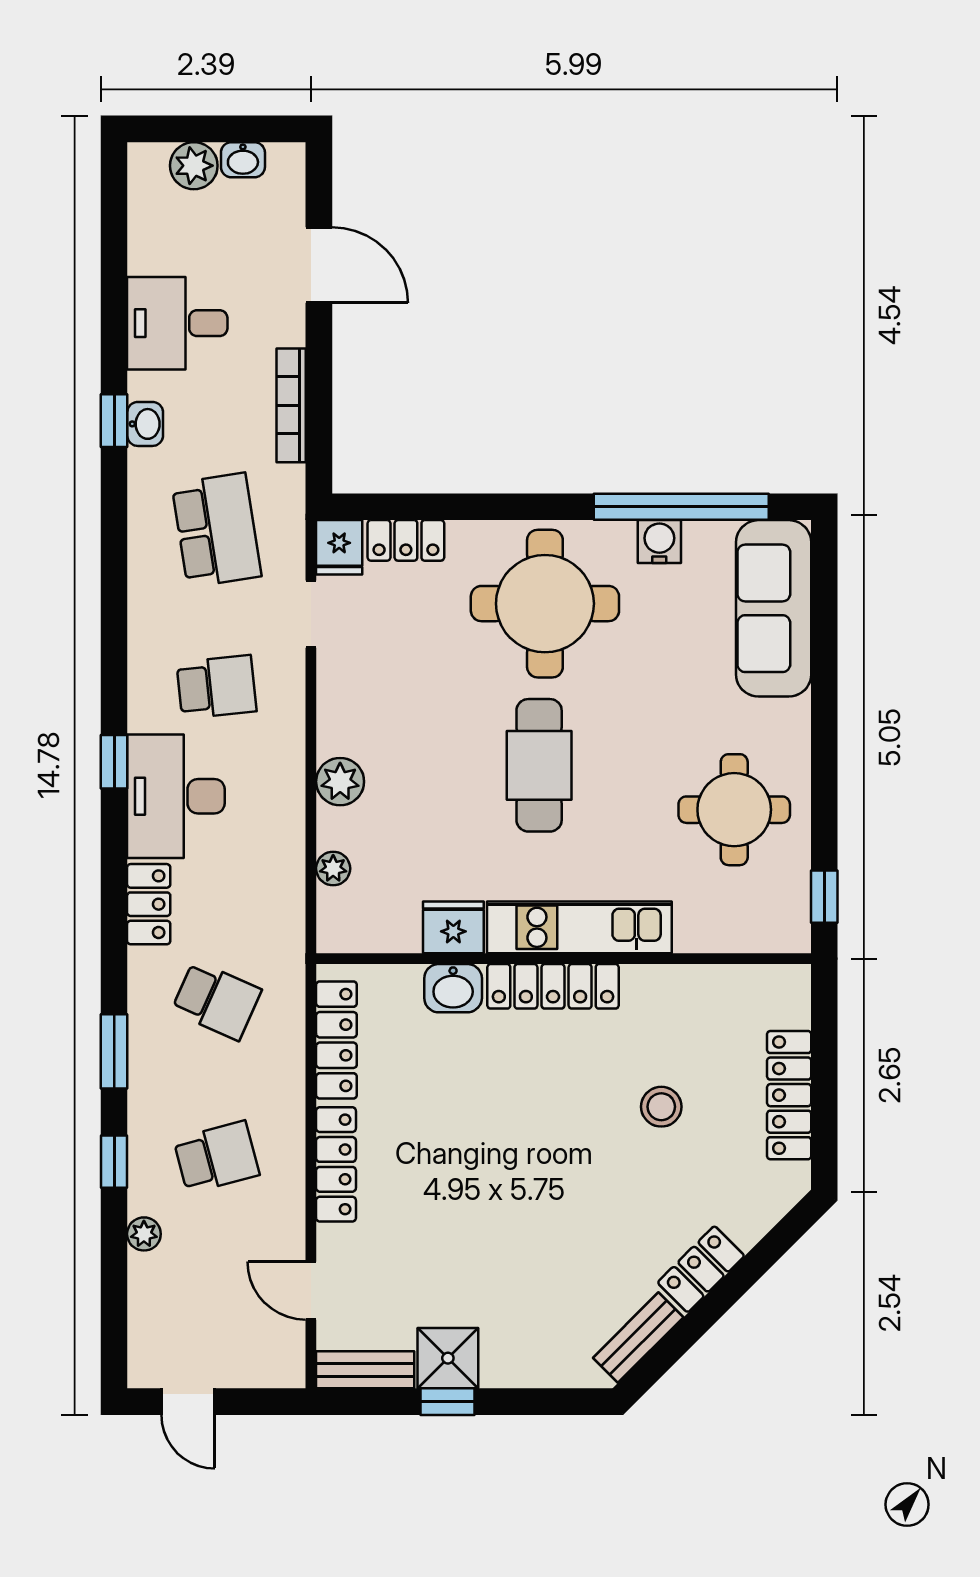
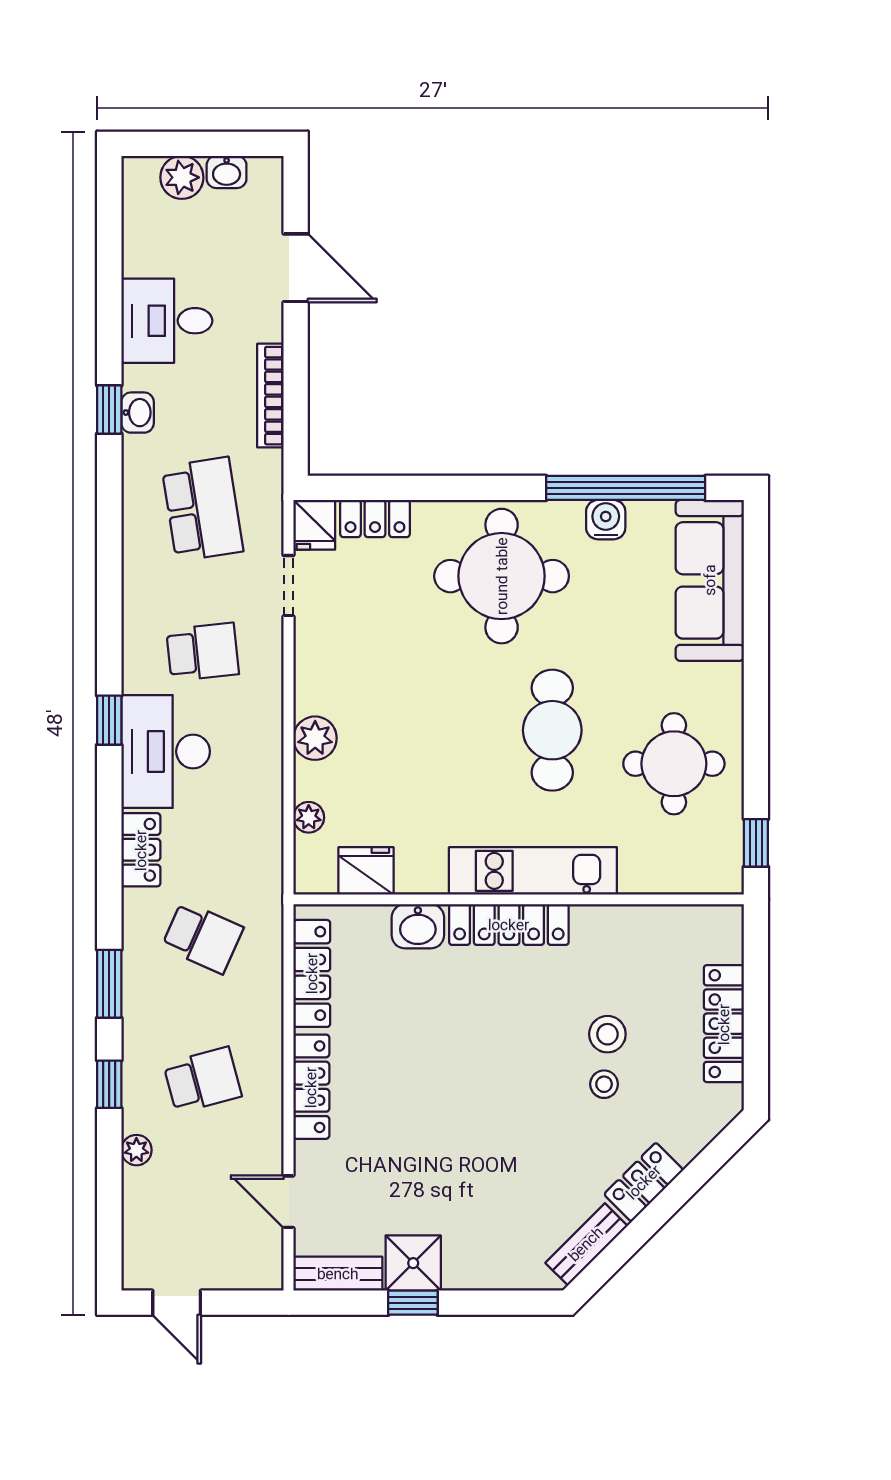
cafe table: (539, 765) -> (552, 730), moved
fridge: (453, 927) -> (366, 871), moved
stool: (658, 1162) -> (604, 1084), added

